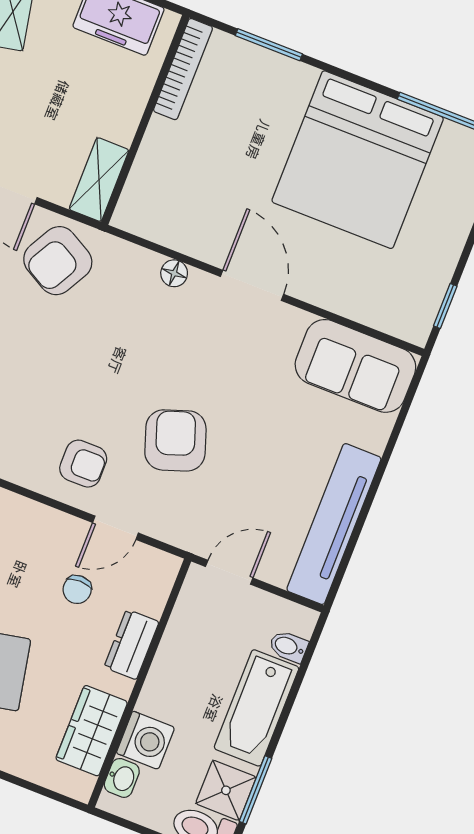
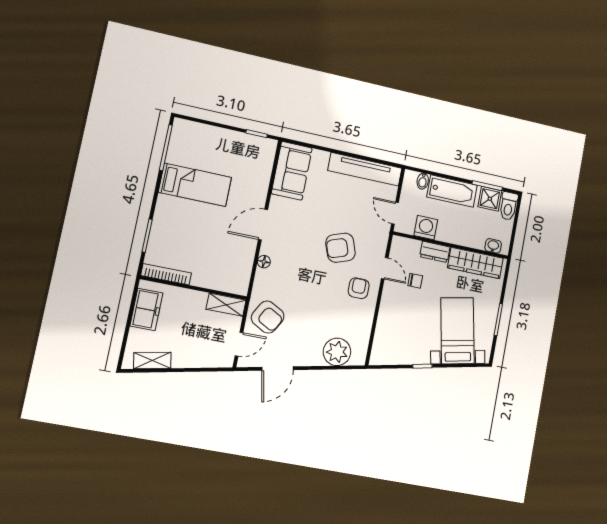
bed: (358, 160) -> (195, 185), width x0.49
wardrobe: (92, 731) -> (475, 263), width x1.50
washing machine: (145, 740) -> (426, 228), moved

